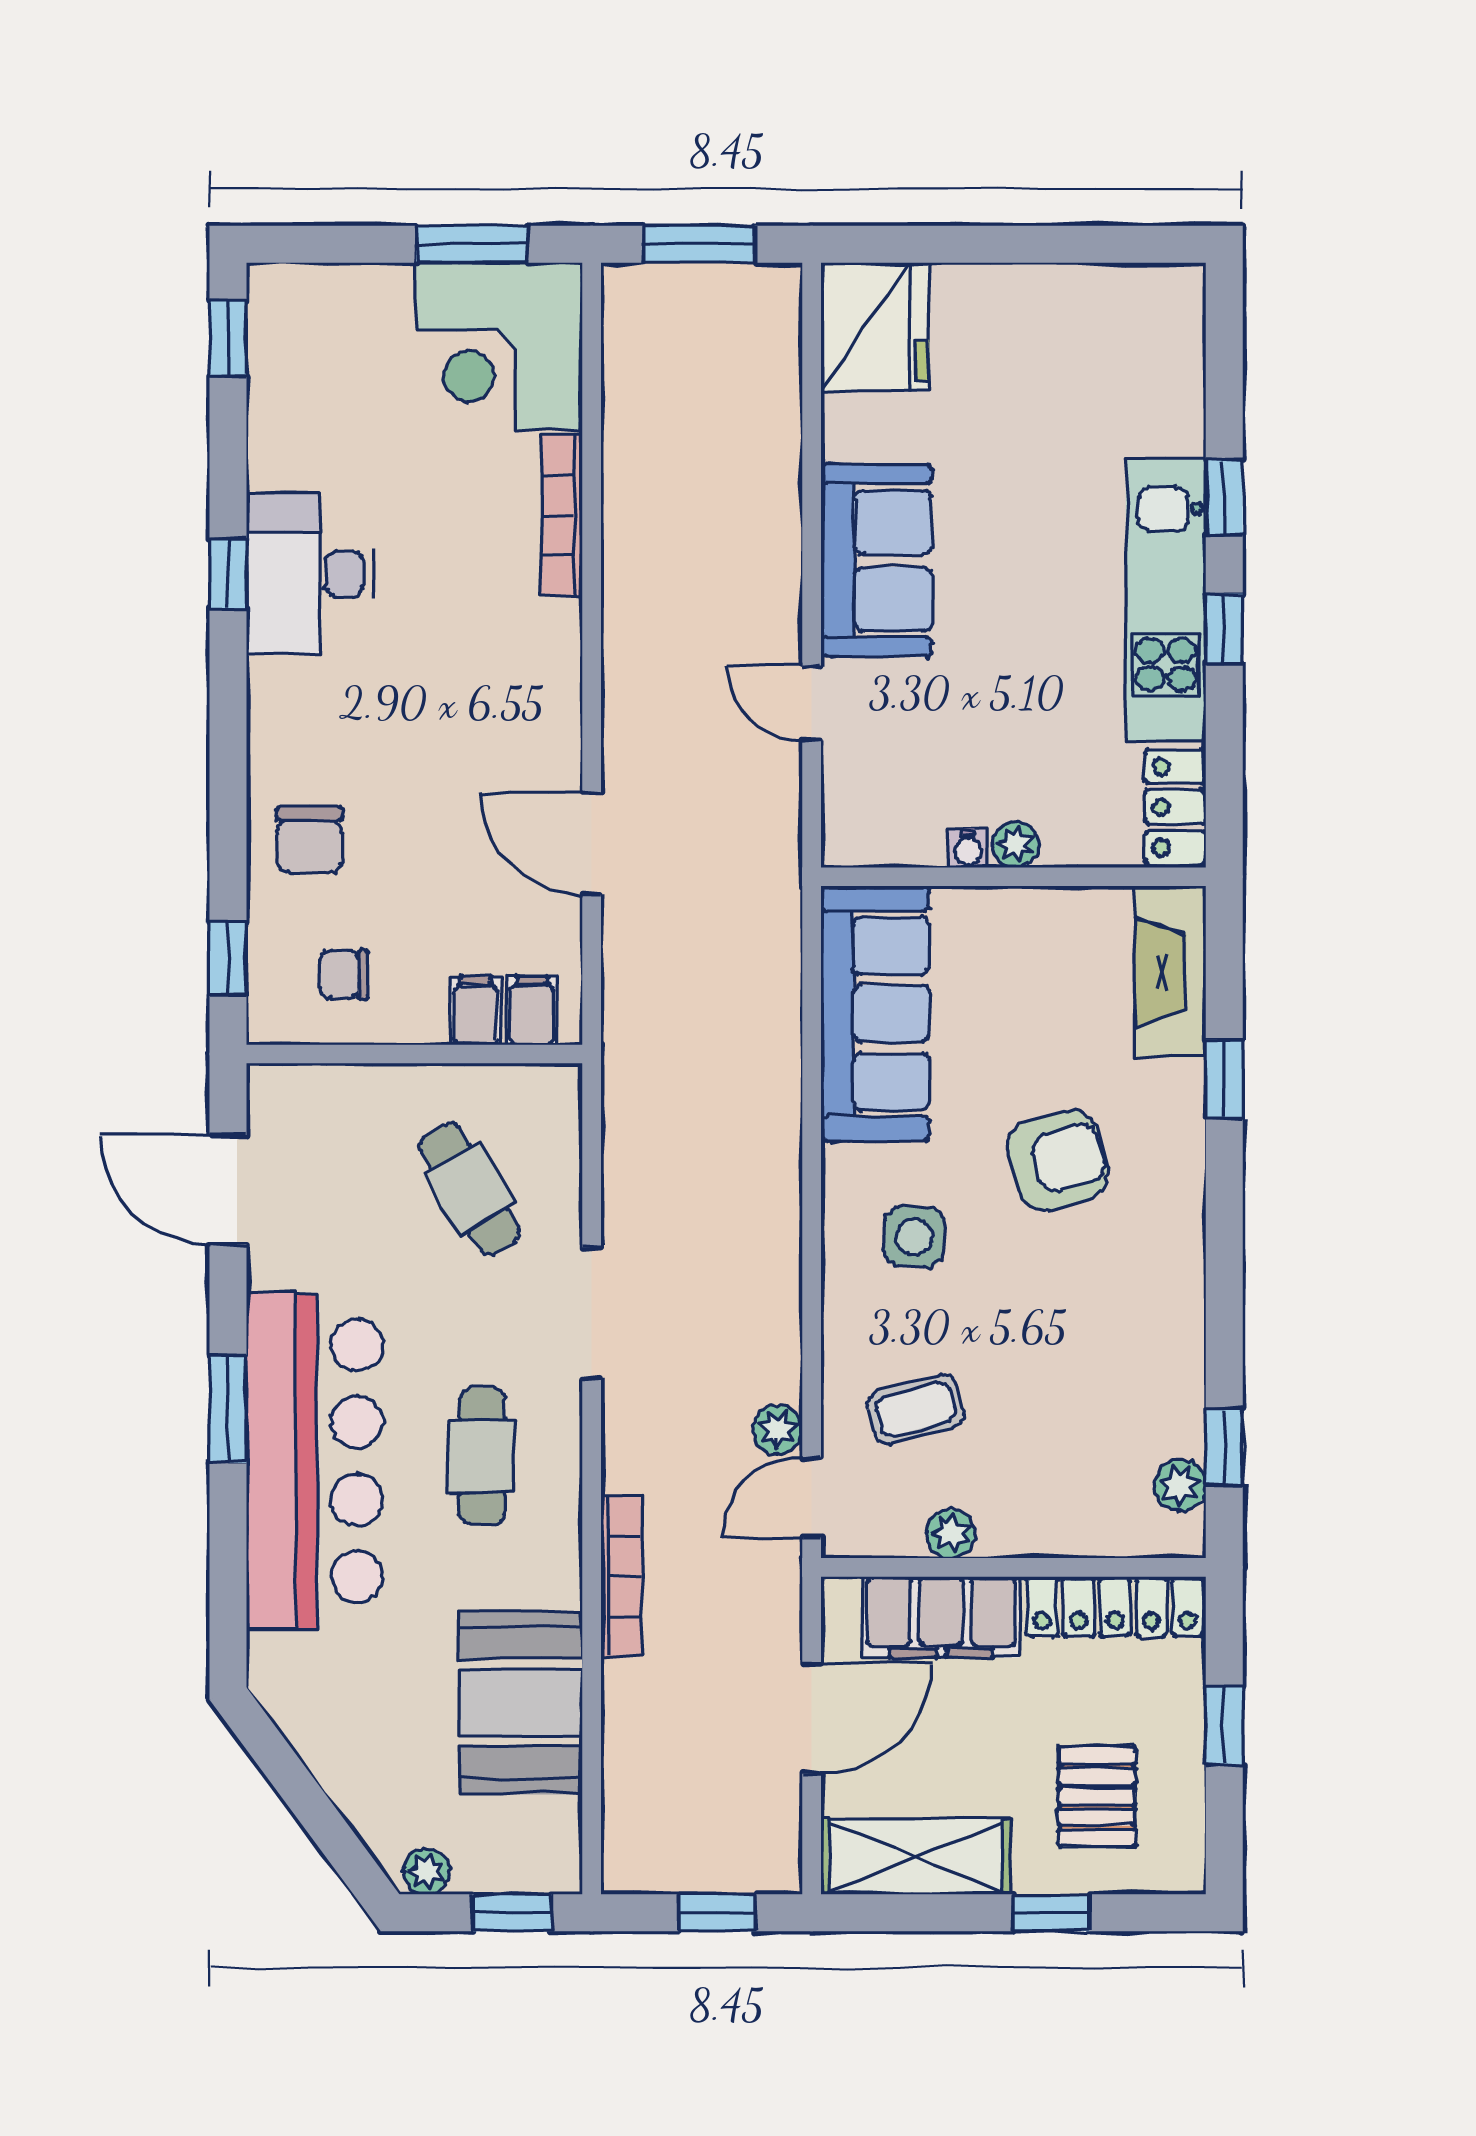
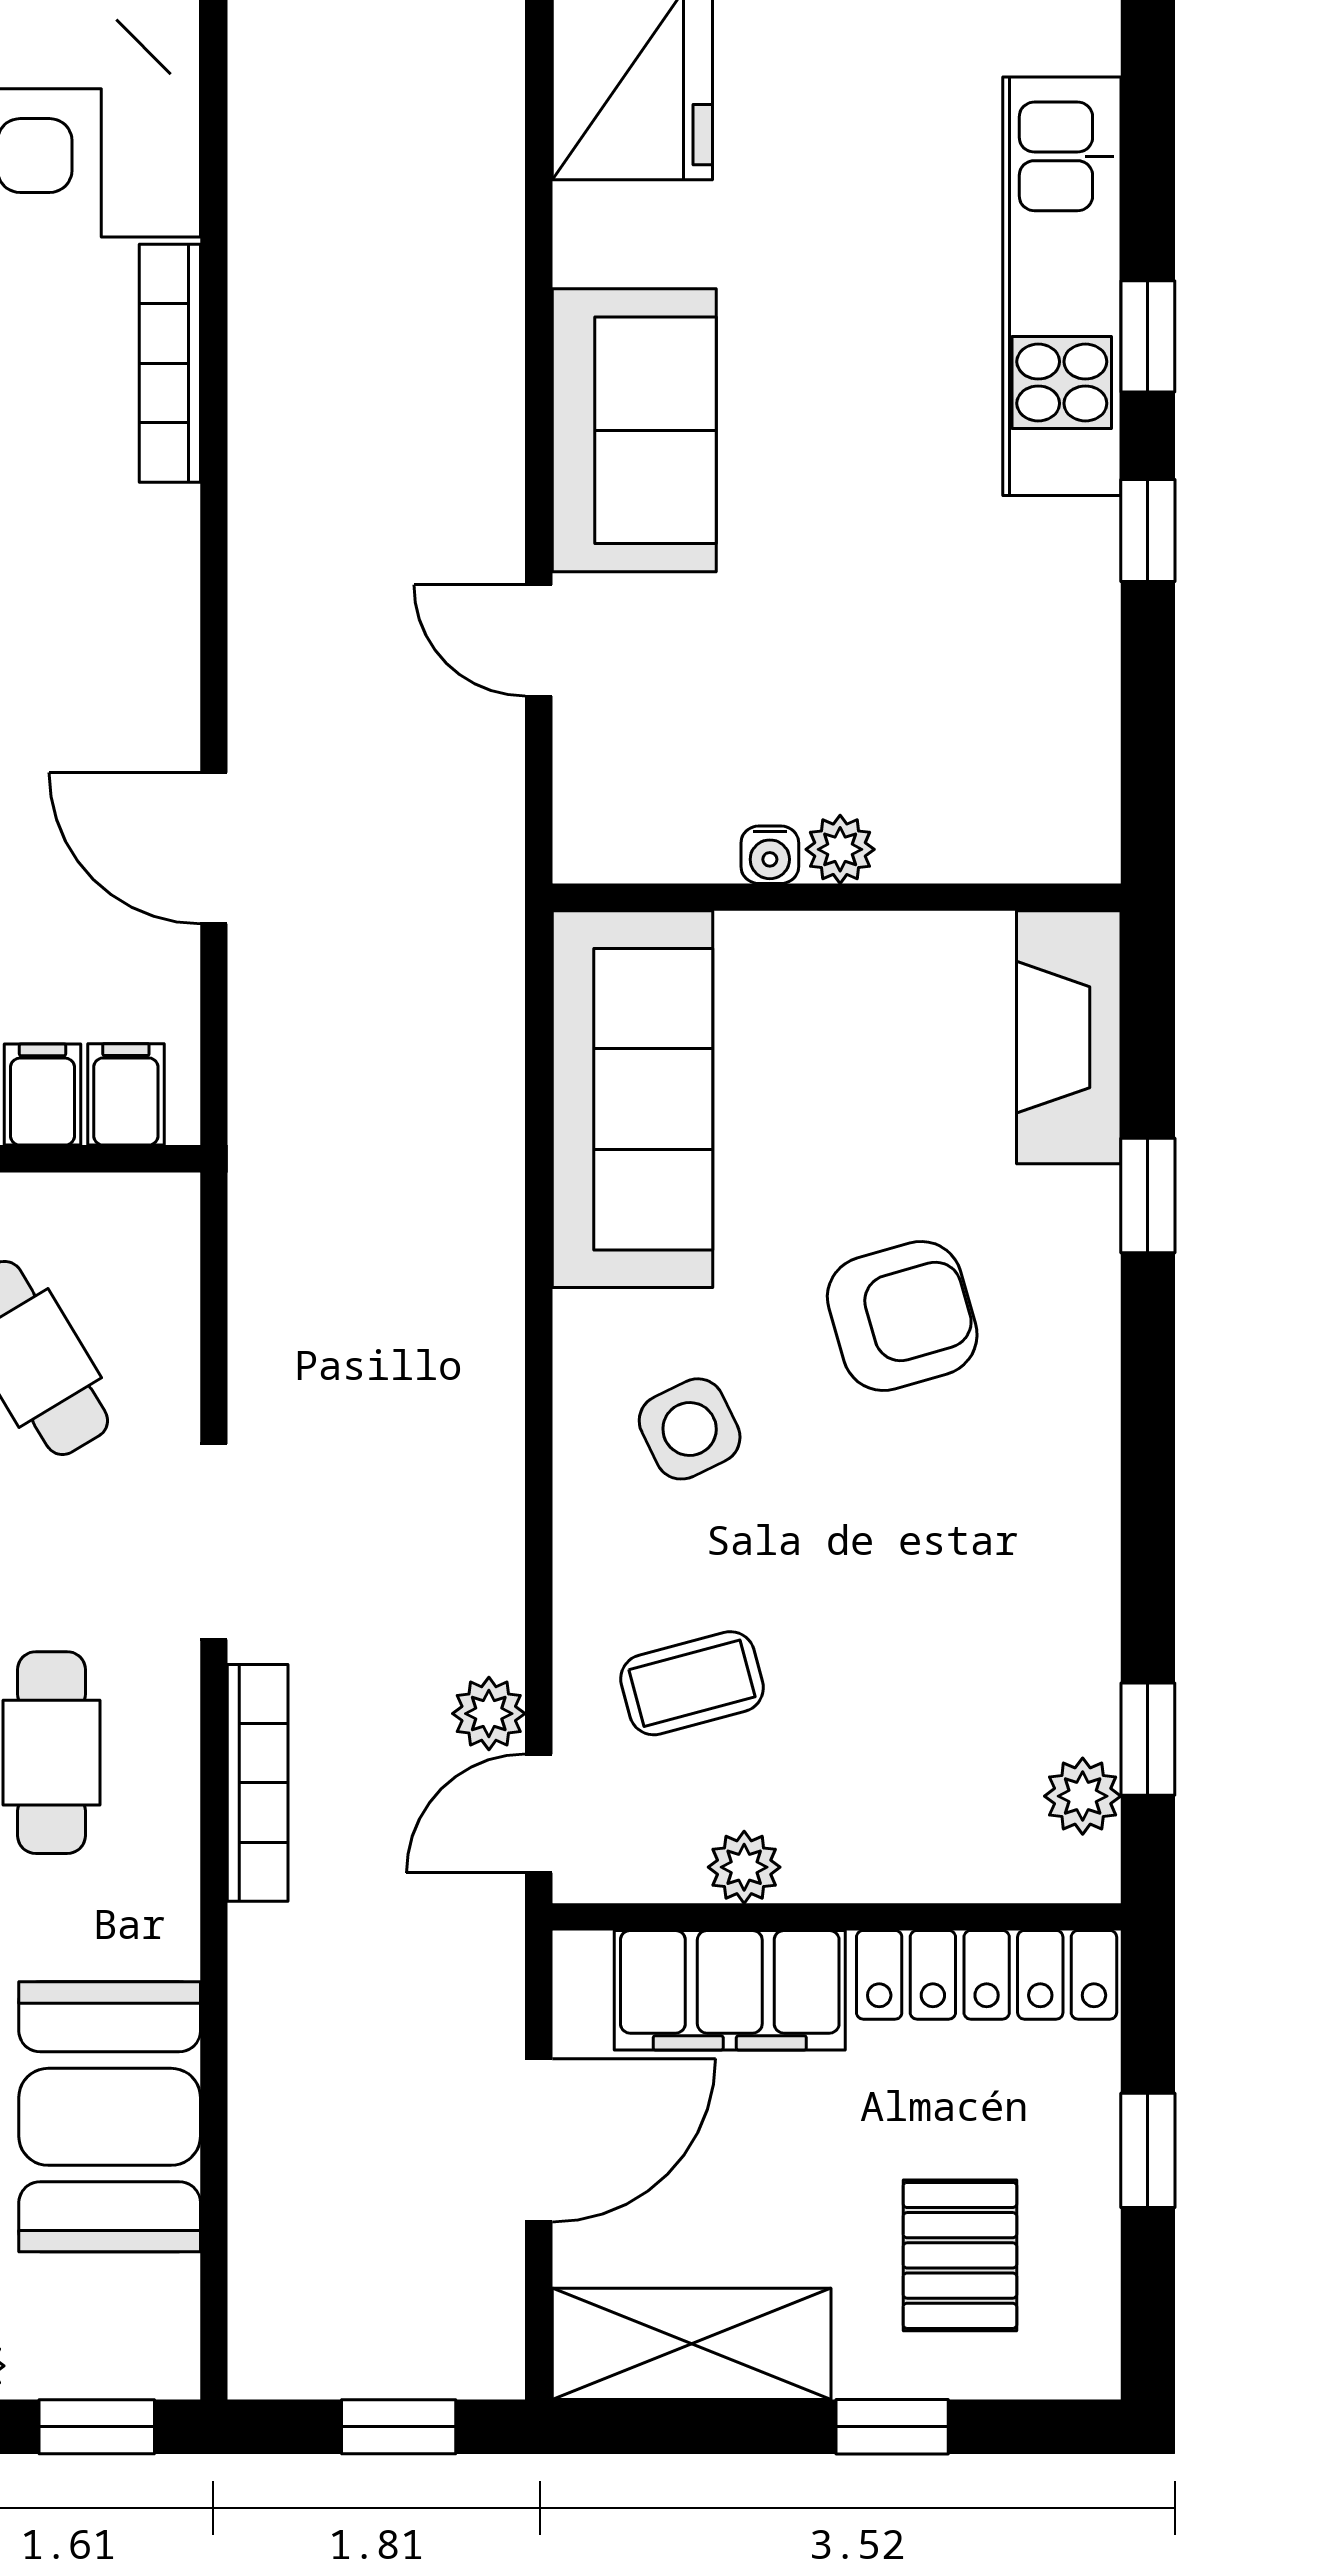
kitchen unit: (1166, 600) -> (1062, 286), moved
locker: (1175, 807) -> (1076, 794), removed
side table: (914, 1237) -> (690, 1429), turned -30
bookcase: (621, 1576) -> (258, 1783), moved

